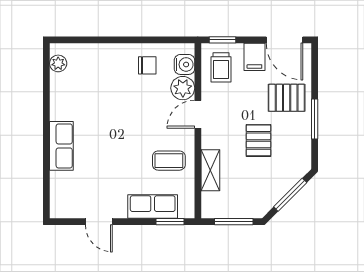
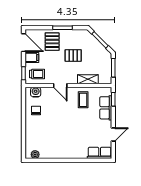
door: (285, 40) -> (23, 43), hinge flipped
plant: (183, 88) -> (47, 93), removed
row of seats: (61, 146) -> (100, 153), moved

